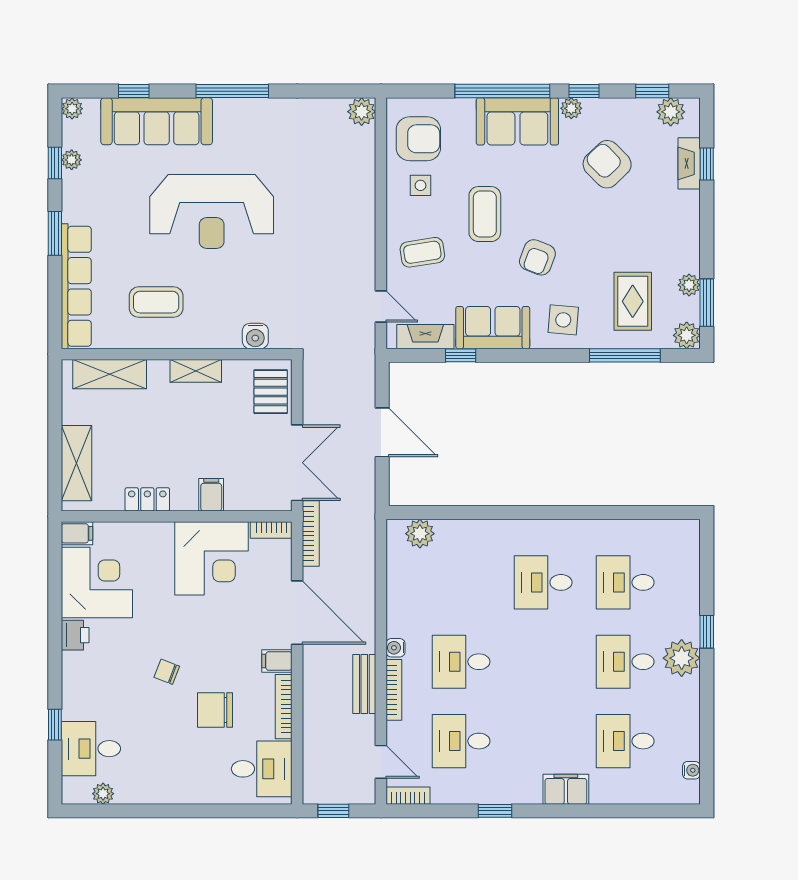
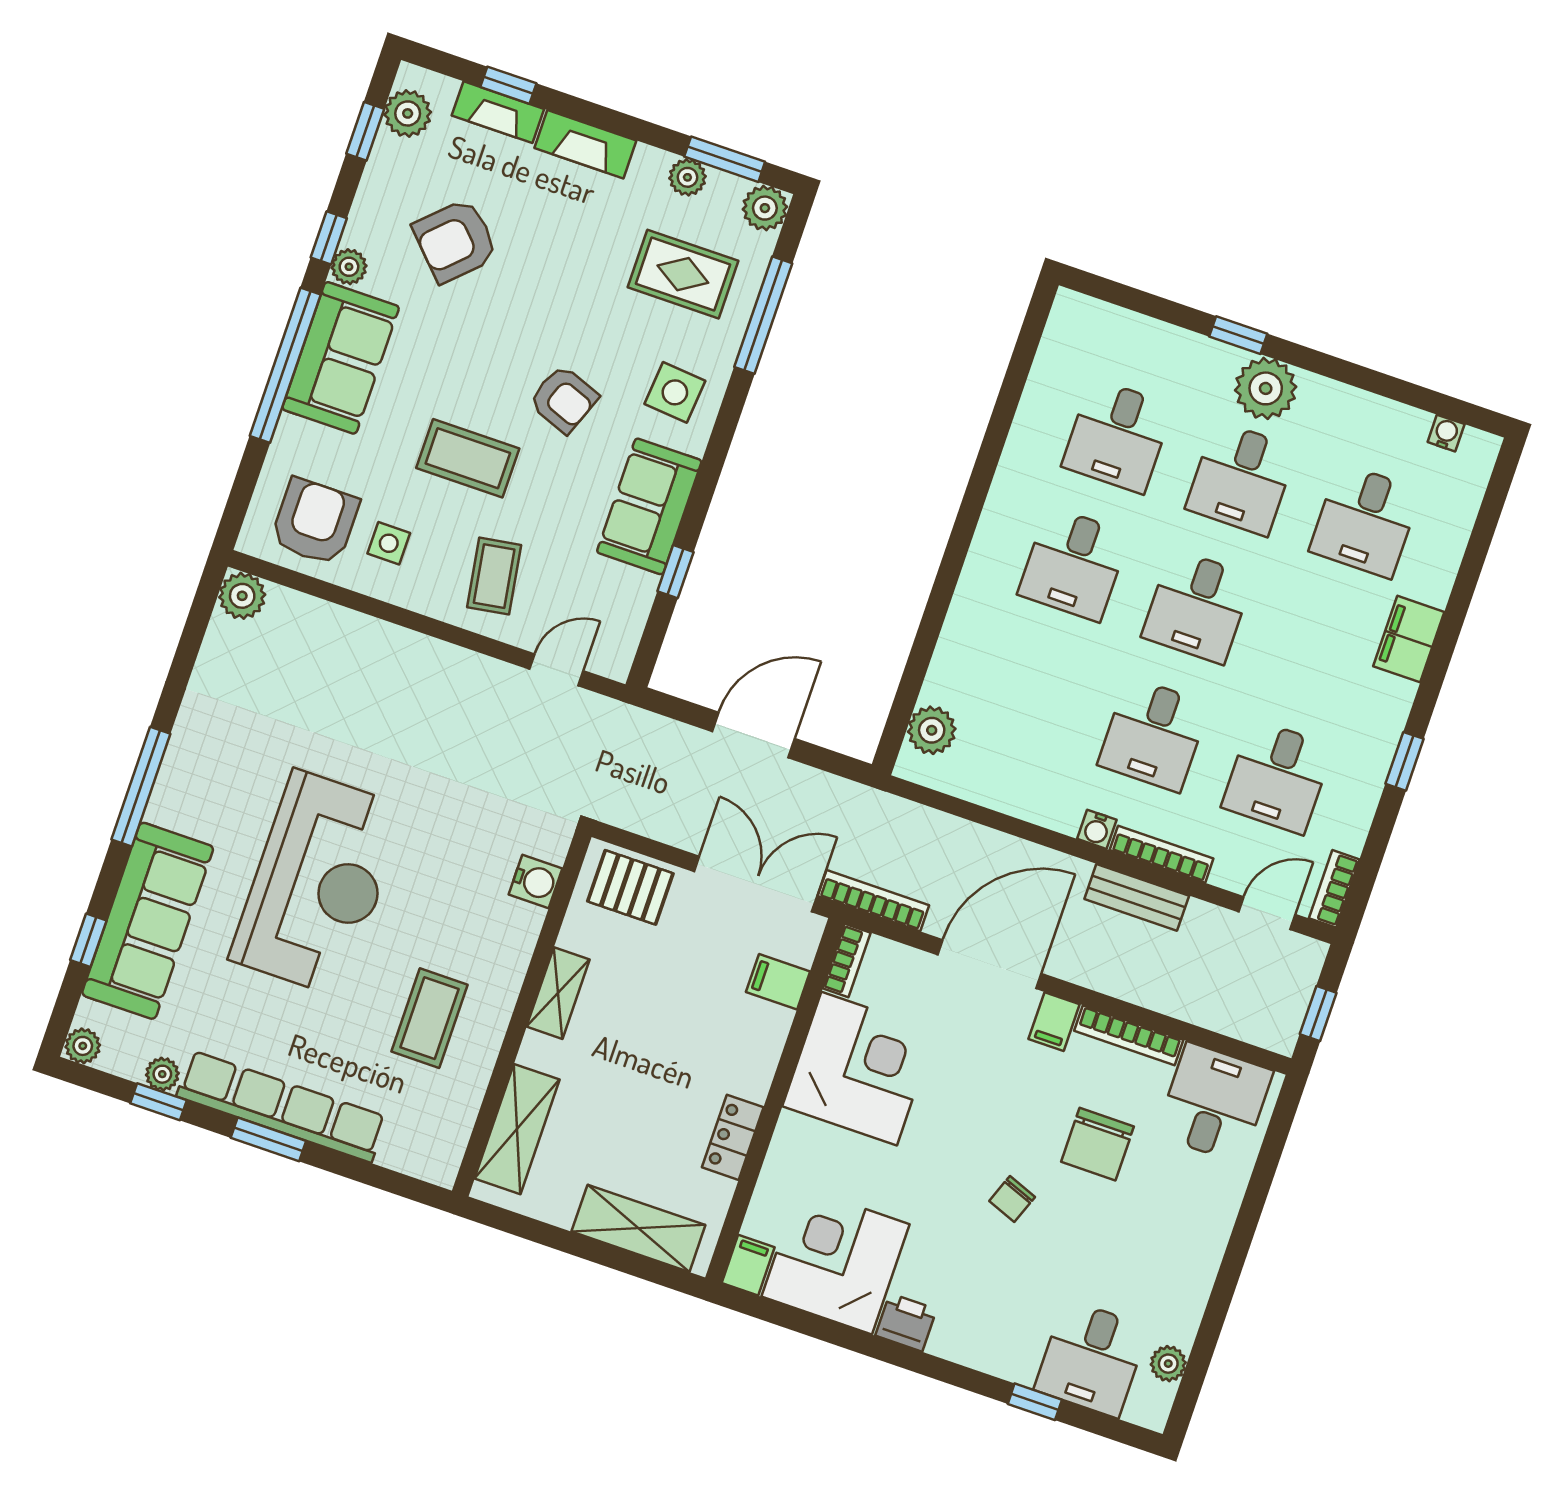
row of seats: (76, 286) -> (282, 1107), moved
fireplace: (425, 337) -> (585, 144), moved, turned -90
filing cabinet: (211, 495) -> (778, 982), moved
desk: (543, 662) -> (1198, 606), added

